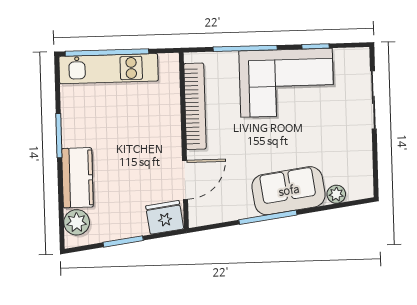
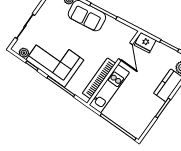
plant: (344, 57) -> (24, 53), added
kitchen unit: (109, 69) -> (109, 89), moved, turned 90
door: (185, 180) -> (125, 52), swing flipped

